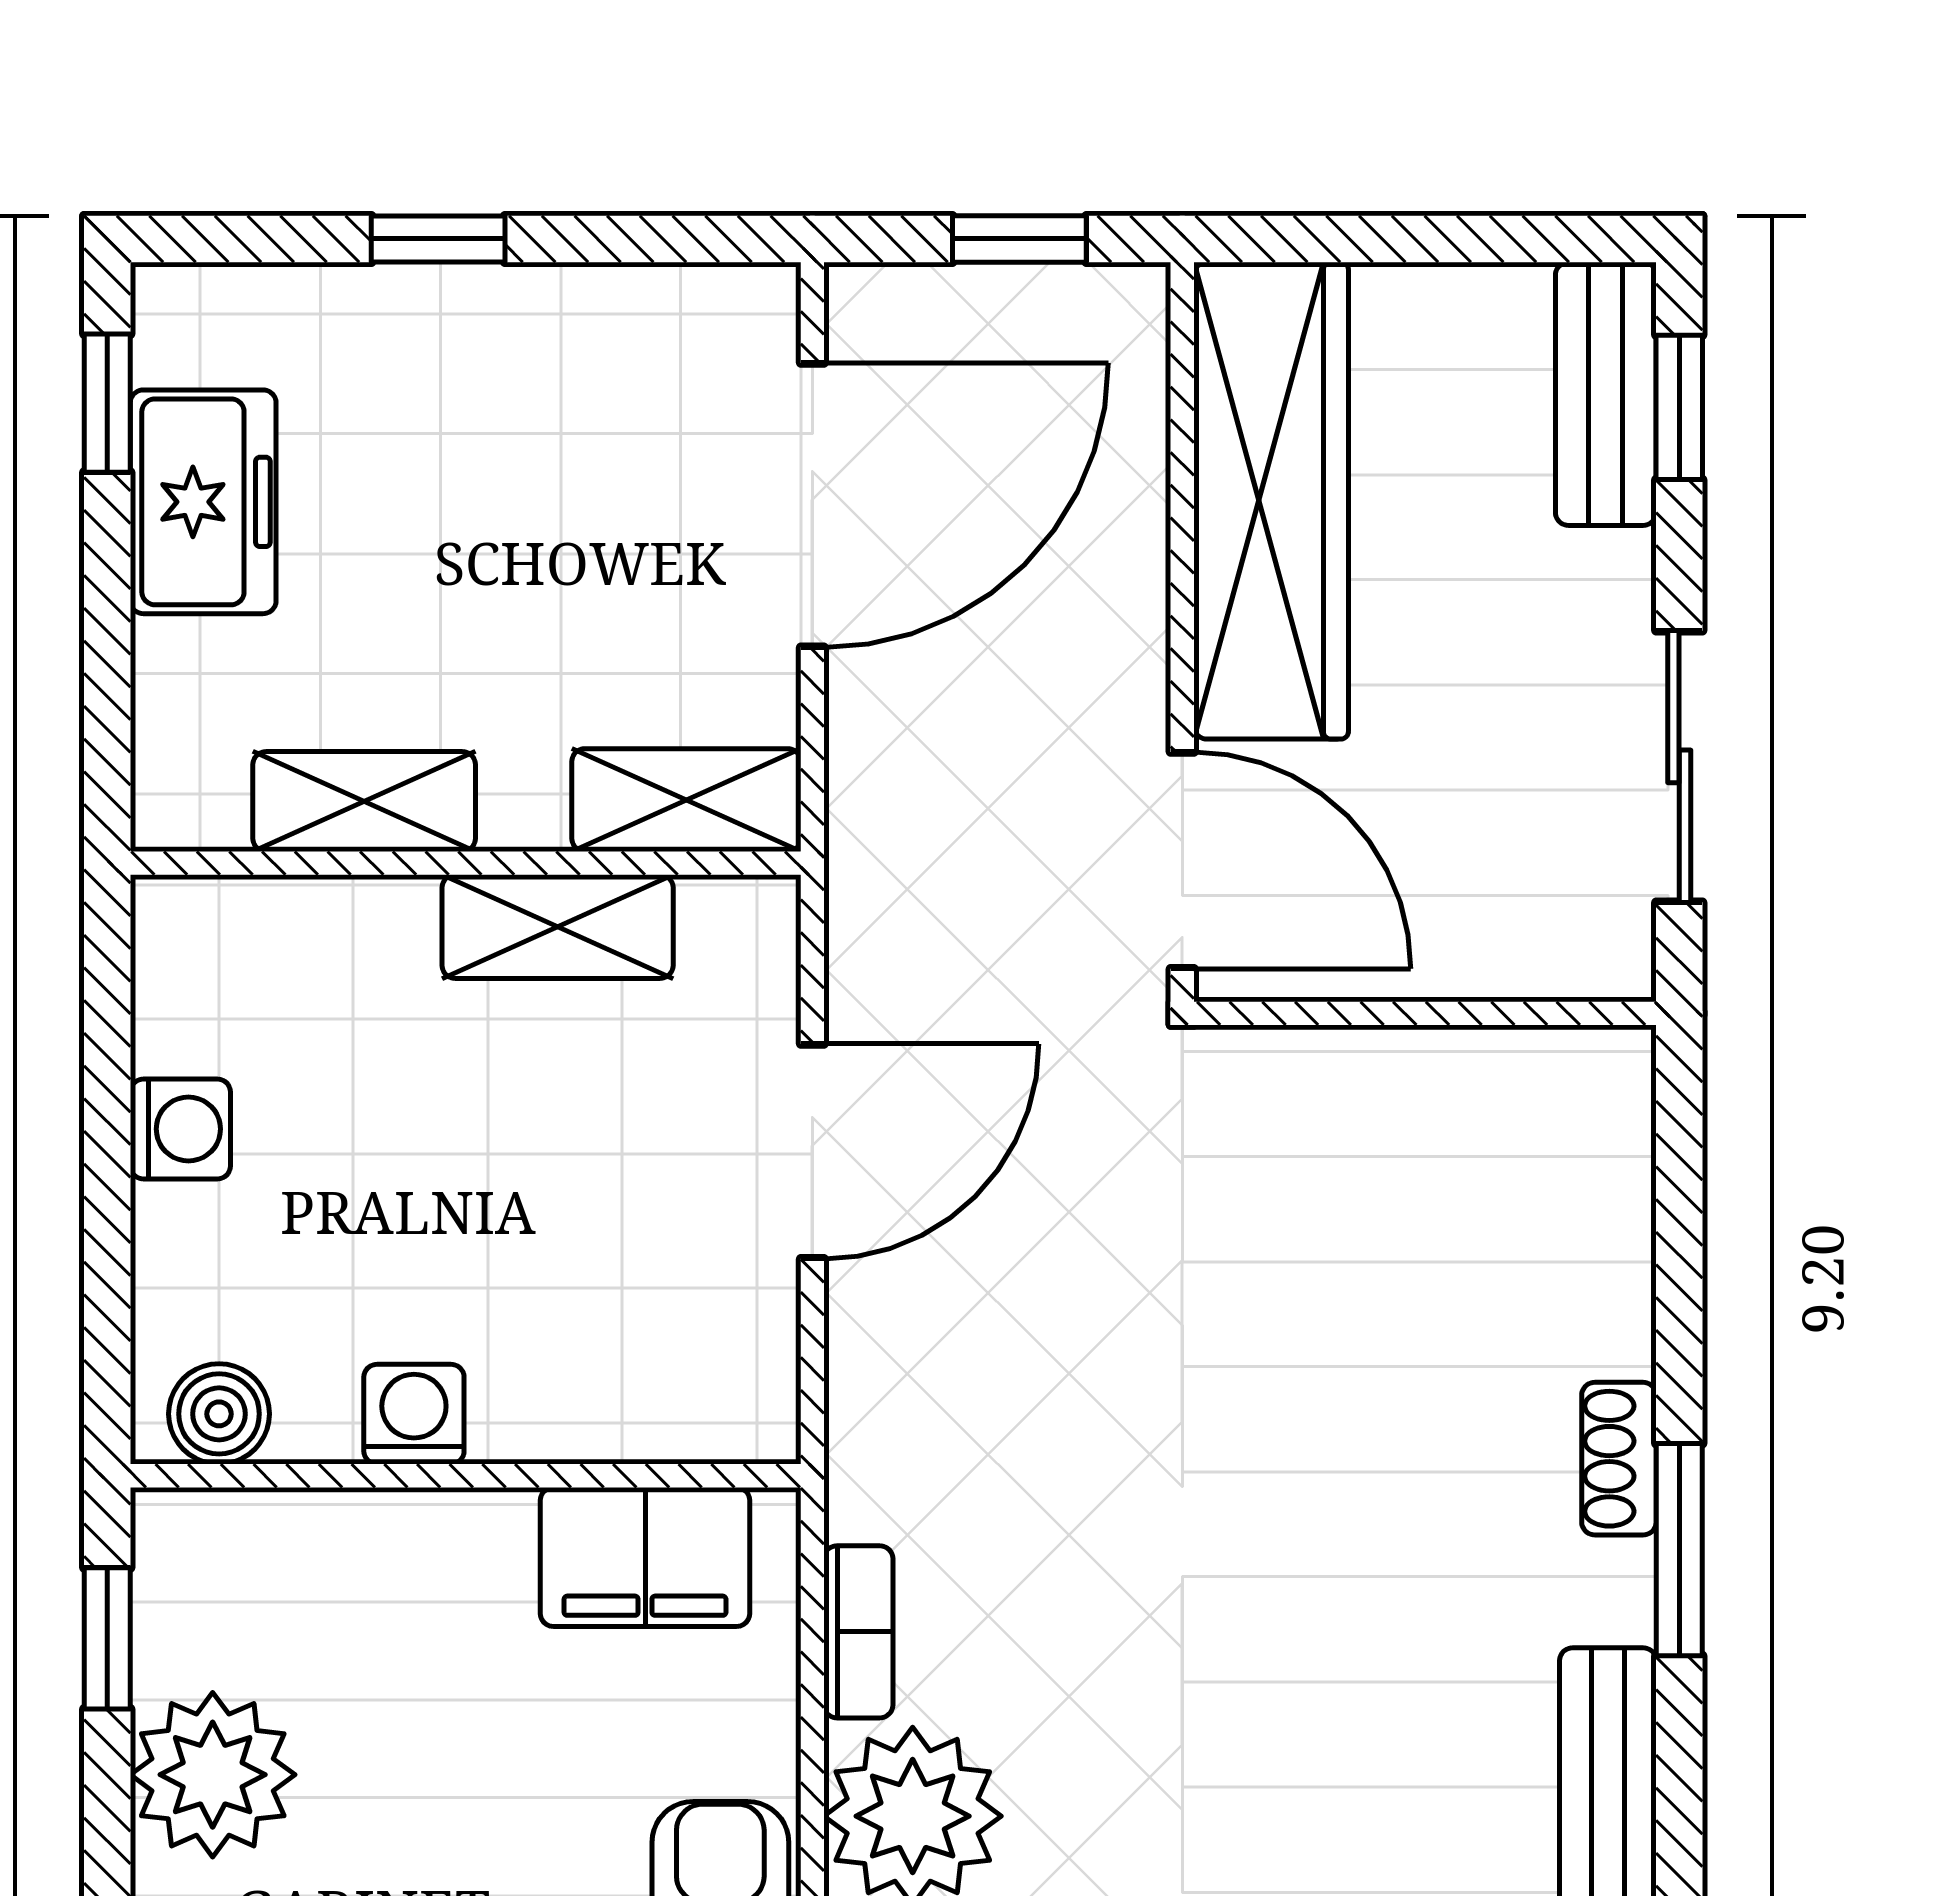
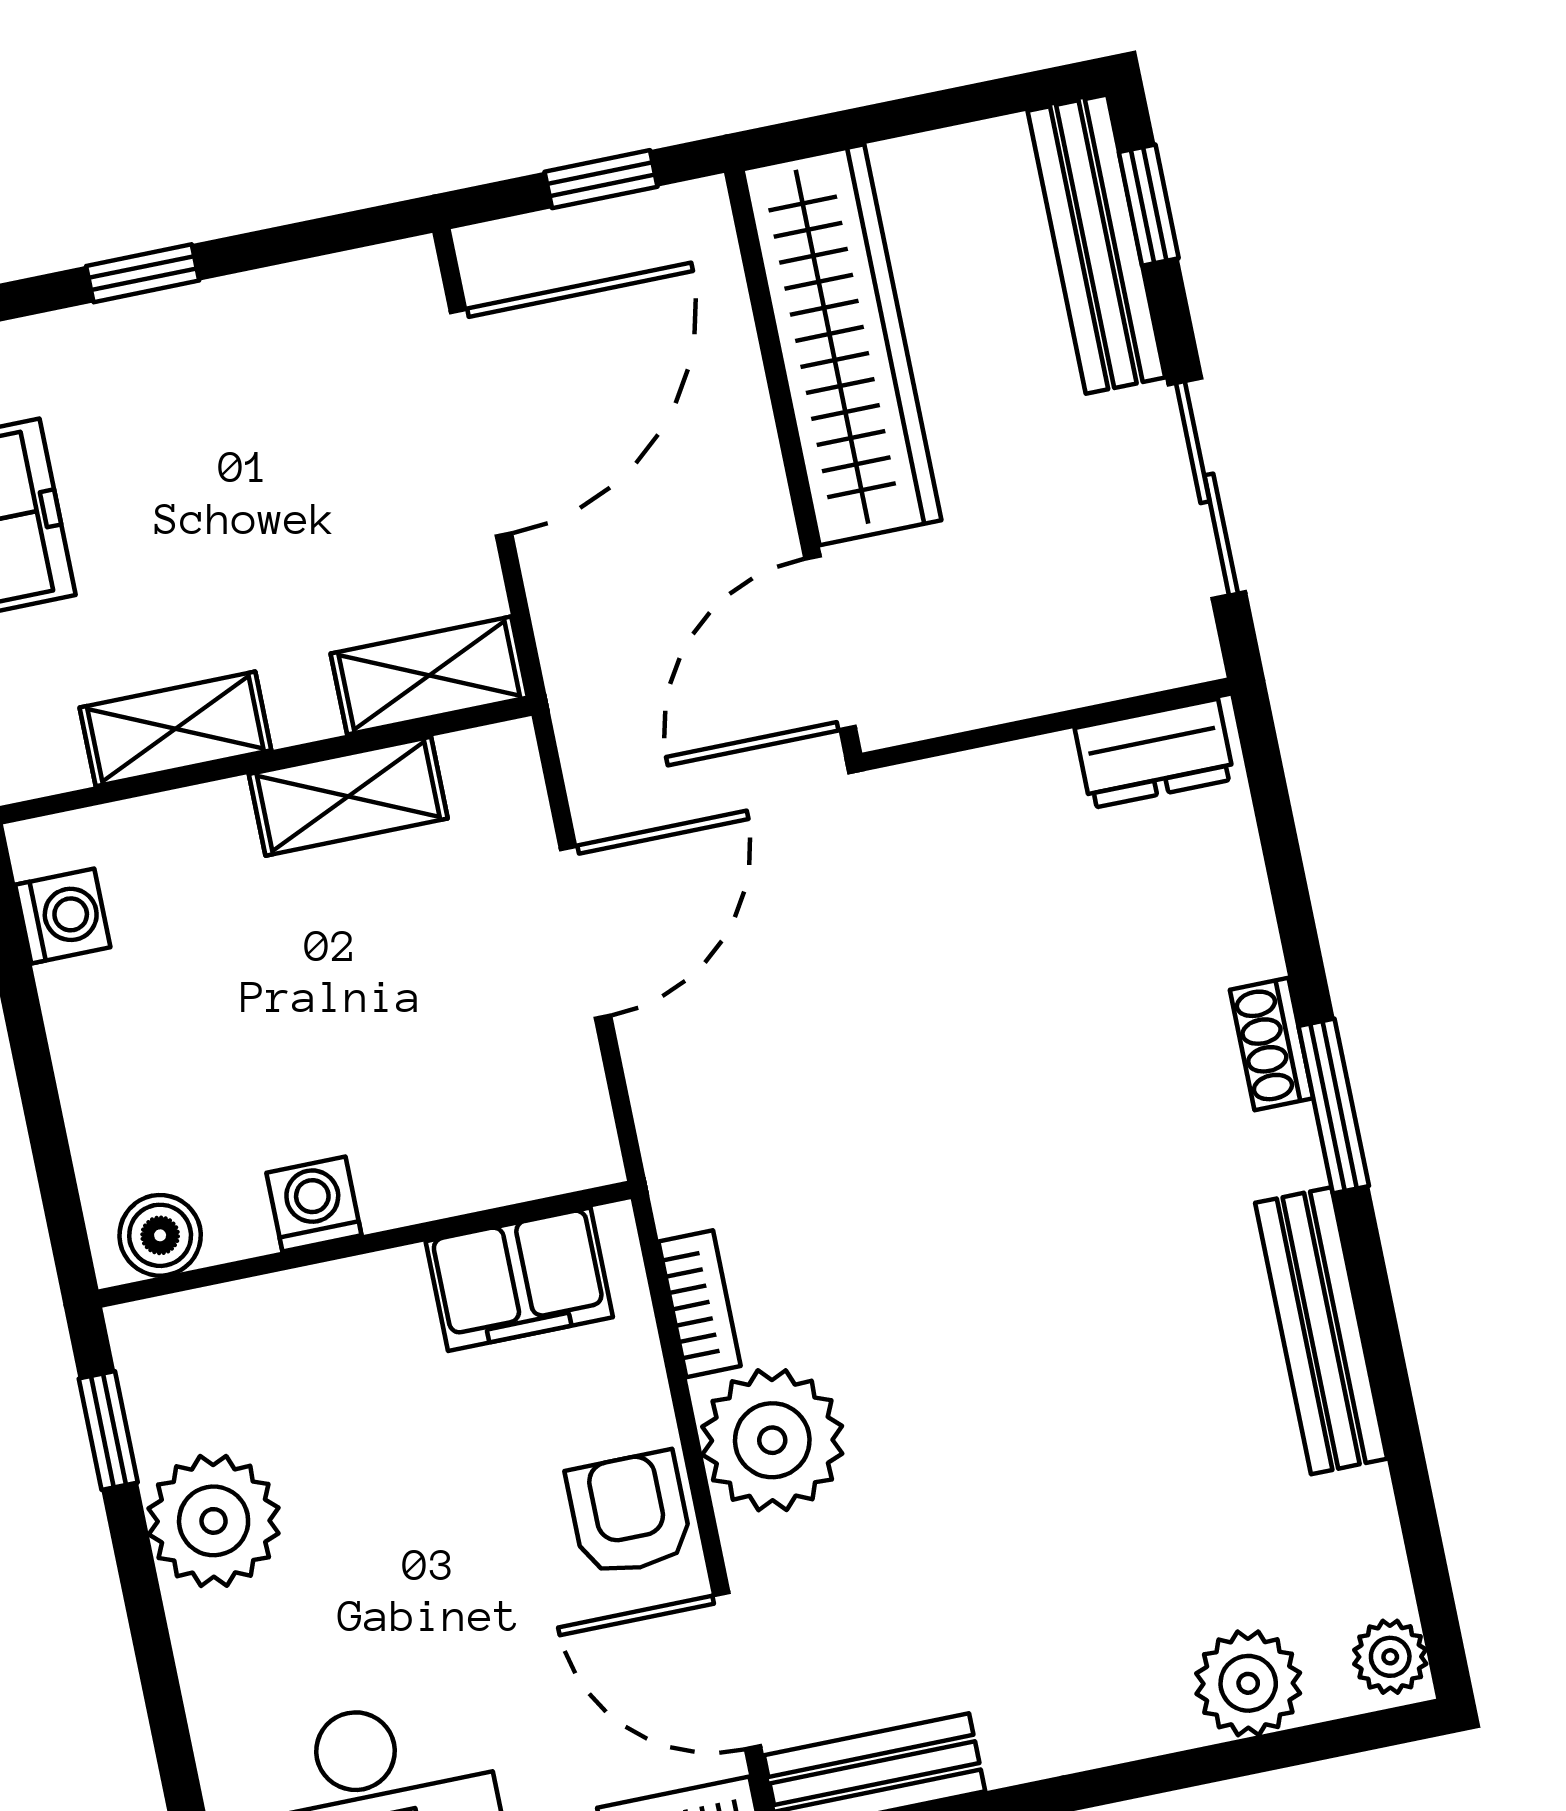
bench: (1606, 394) -> (1096, 244), width x1.36
door: (1182, 860) -> (830, 643), swing flipped
dresser: (1549, 1076) -> (1154, 754), added
washing machine: (180, 1129) -> (63, 916), moved

